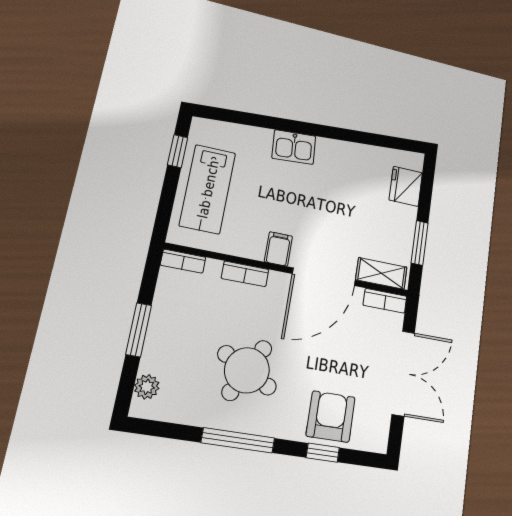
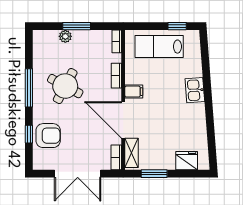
plant: (147, 387) -> (65, 36), moved

